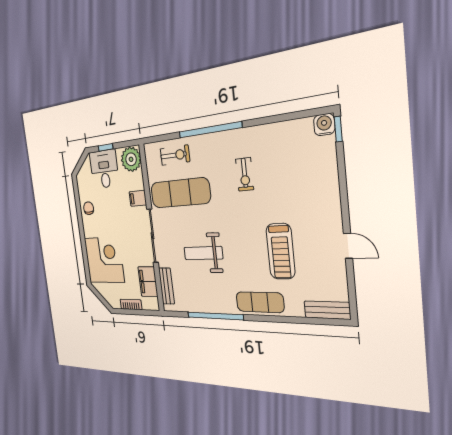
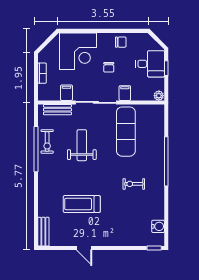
water cooler: (324, 125) -> (158, 226), moved
exercise bike: (175, 155) -> (47, 141), moved
plant: (131, 159) -> (159, 96), width x0.53, depth x0.53
chair: (114, 221) -> (109, 67), added
door: (348, 246) -> (84, 248), hinge flipped
filing cabinet: (148, 282) -> (66, 93), width x0.50
exercise mat: (260, 302) -> (47, 185), removed

